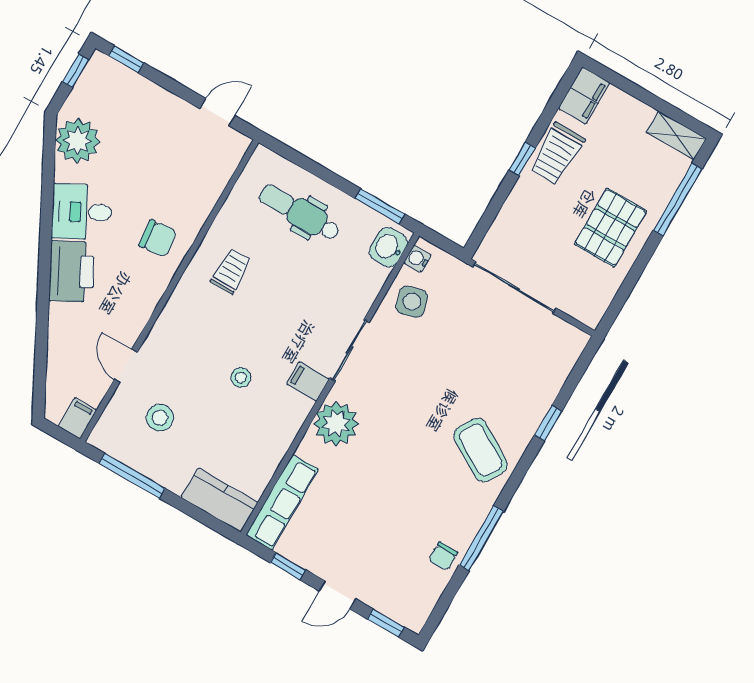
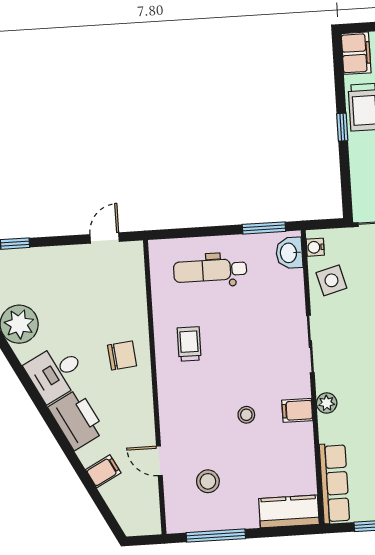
filing cabinet: (308, 381) -> (297, 410), moved
filing cabinet: (77, 418) -> (103, 471), moved, turned 62
plant: (336, 424) -> (327, 403), width x0.53, depth x0.53

